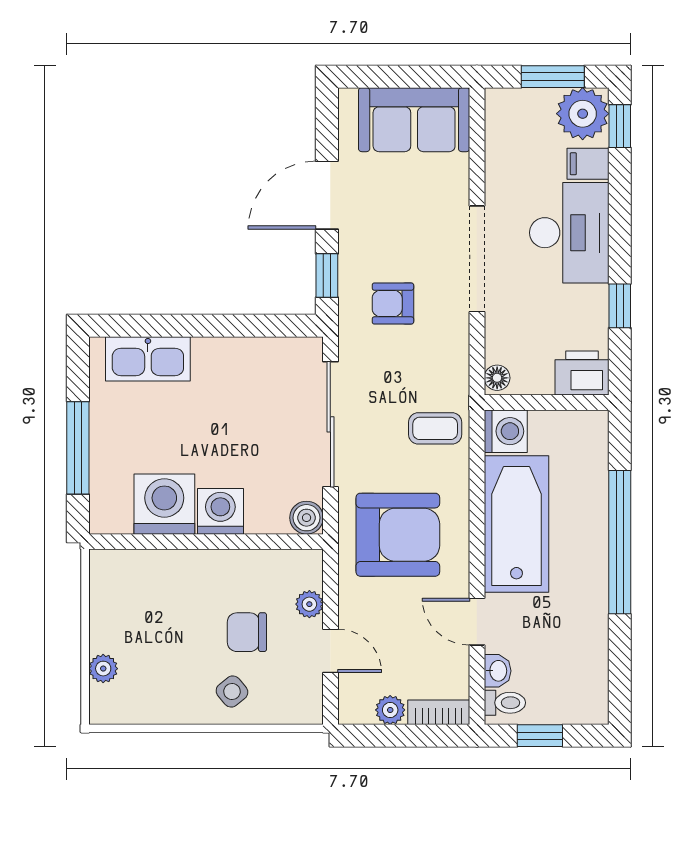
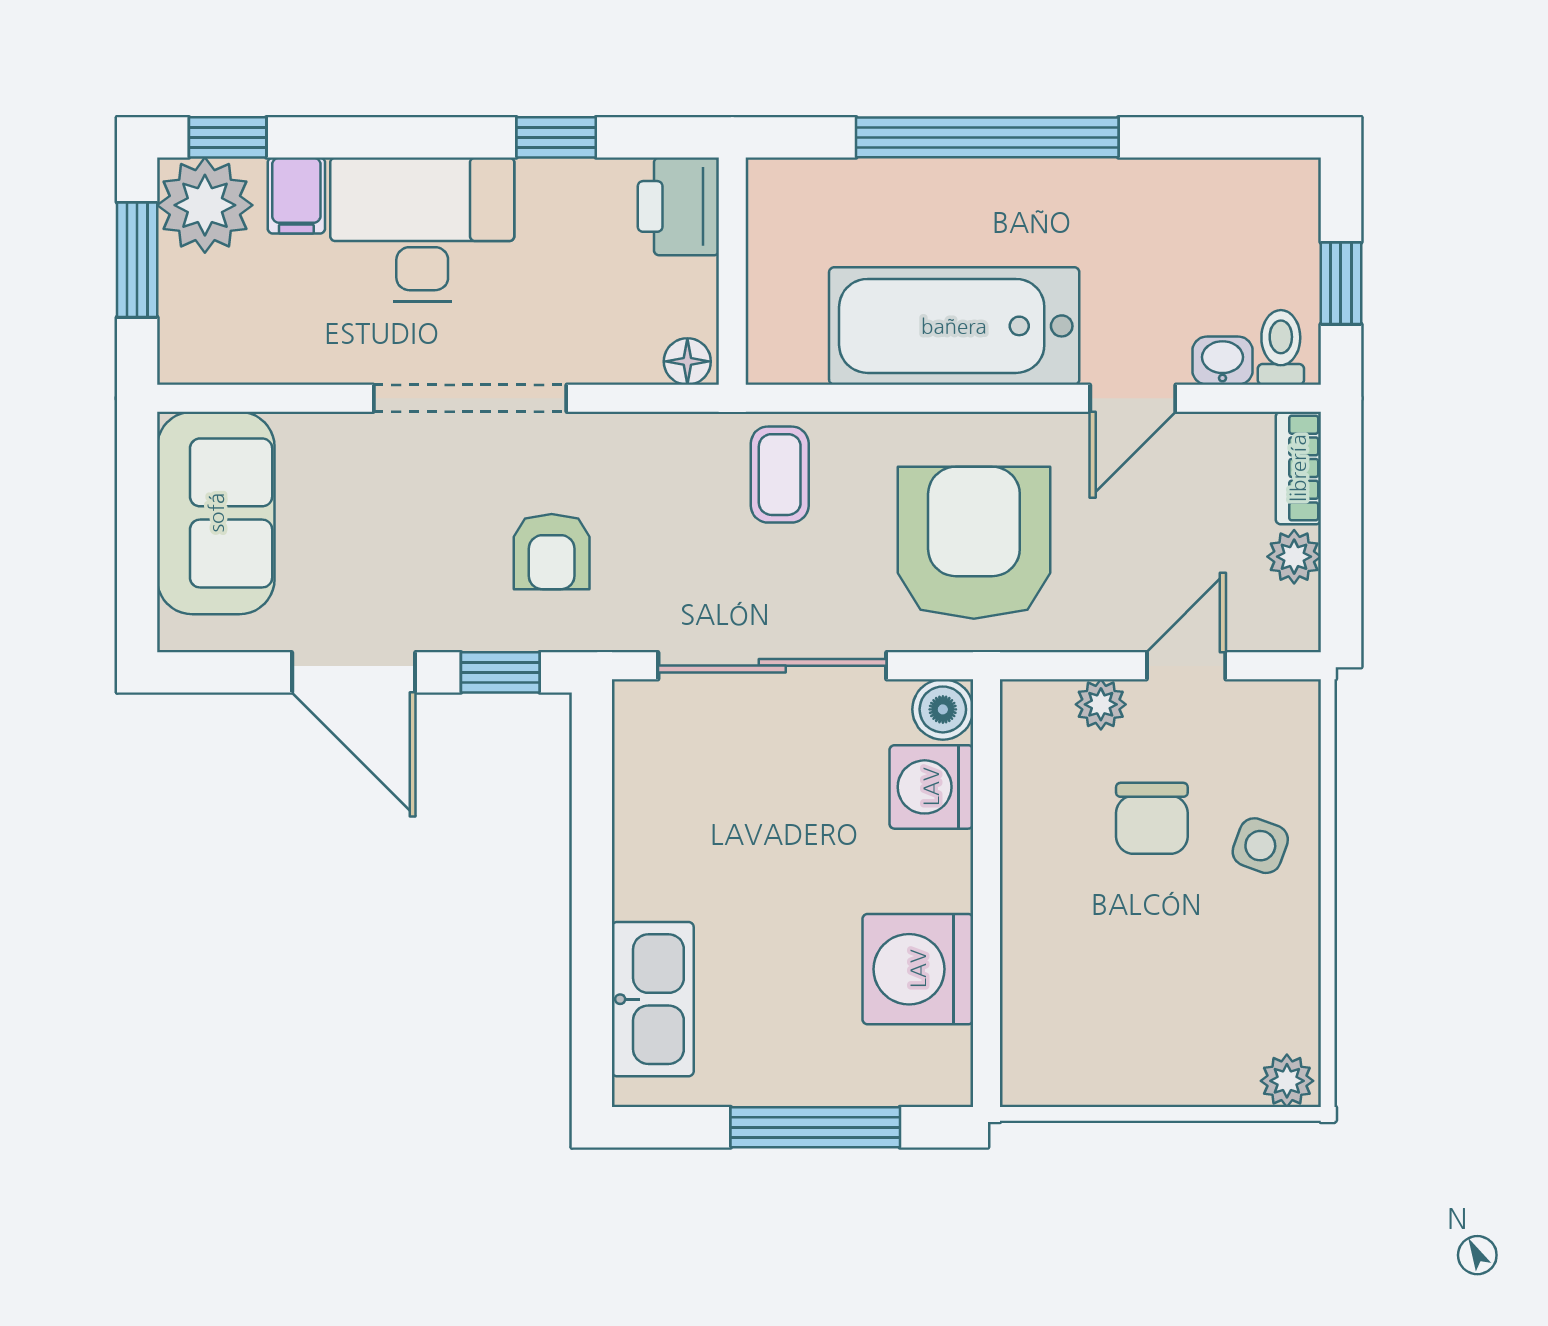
washing machine: (506, 431) -> (785, 346), removed
washing machine: (220, 511) -> (931, 787), moved
plant: (103, 669) -> (1287, 1081), moved
side table: (232, 692) -> (1260, 846), turned -31

